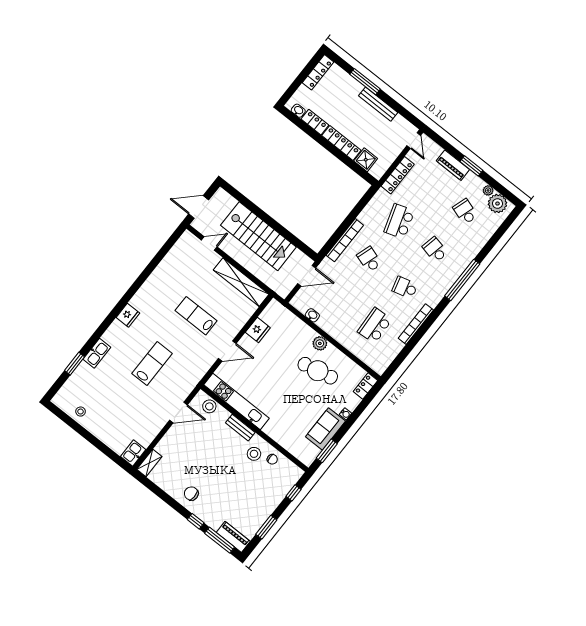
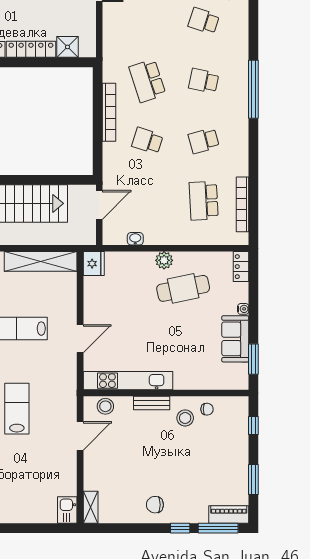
locker: (398, 175) -> (110, 37), removed
bookcase: (345, 240) -> (109, 112), moved
bookcase: (416, 324) -> (242, 204), moved
fridge: (258, 330) -> (94, 264), moved

